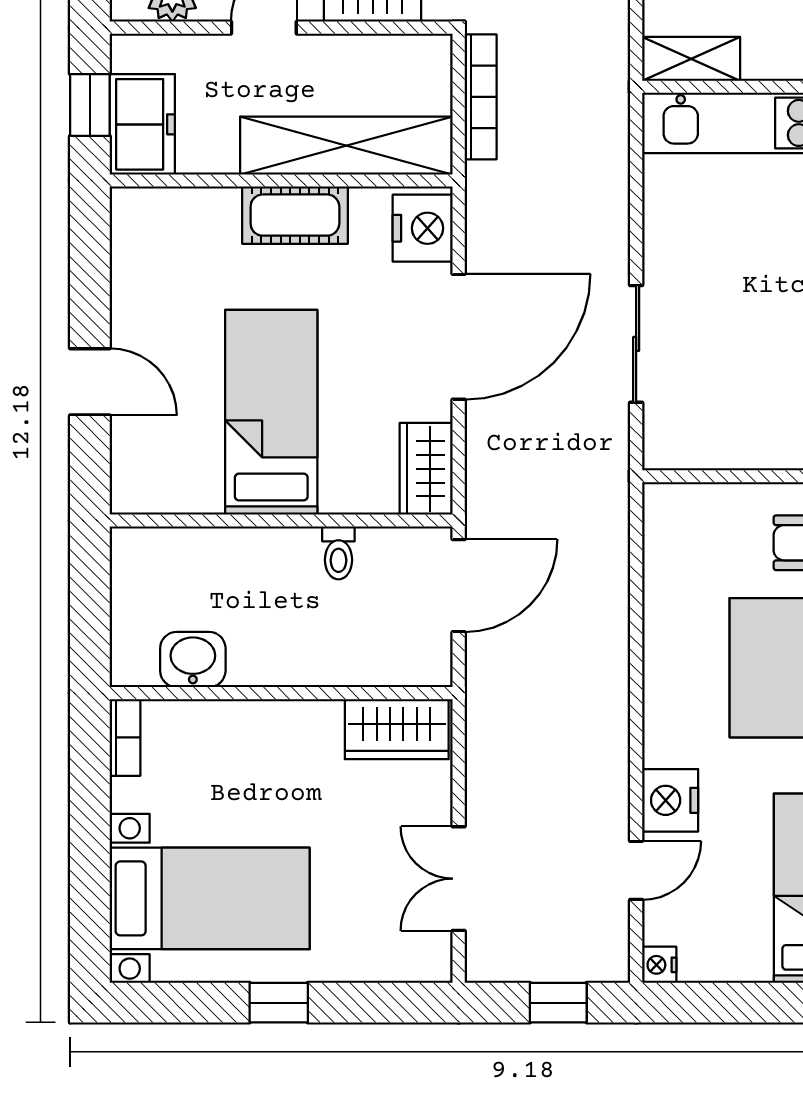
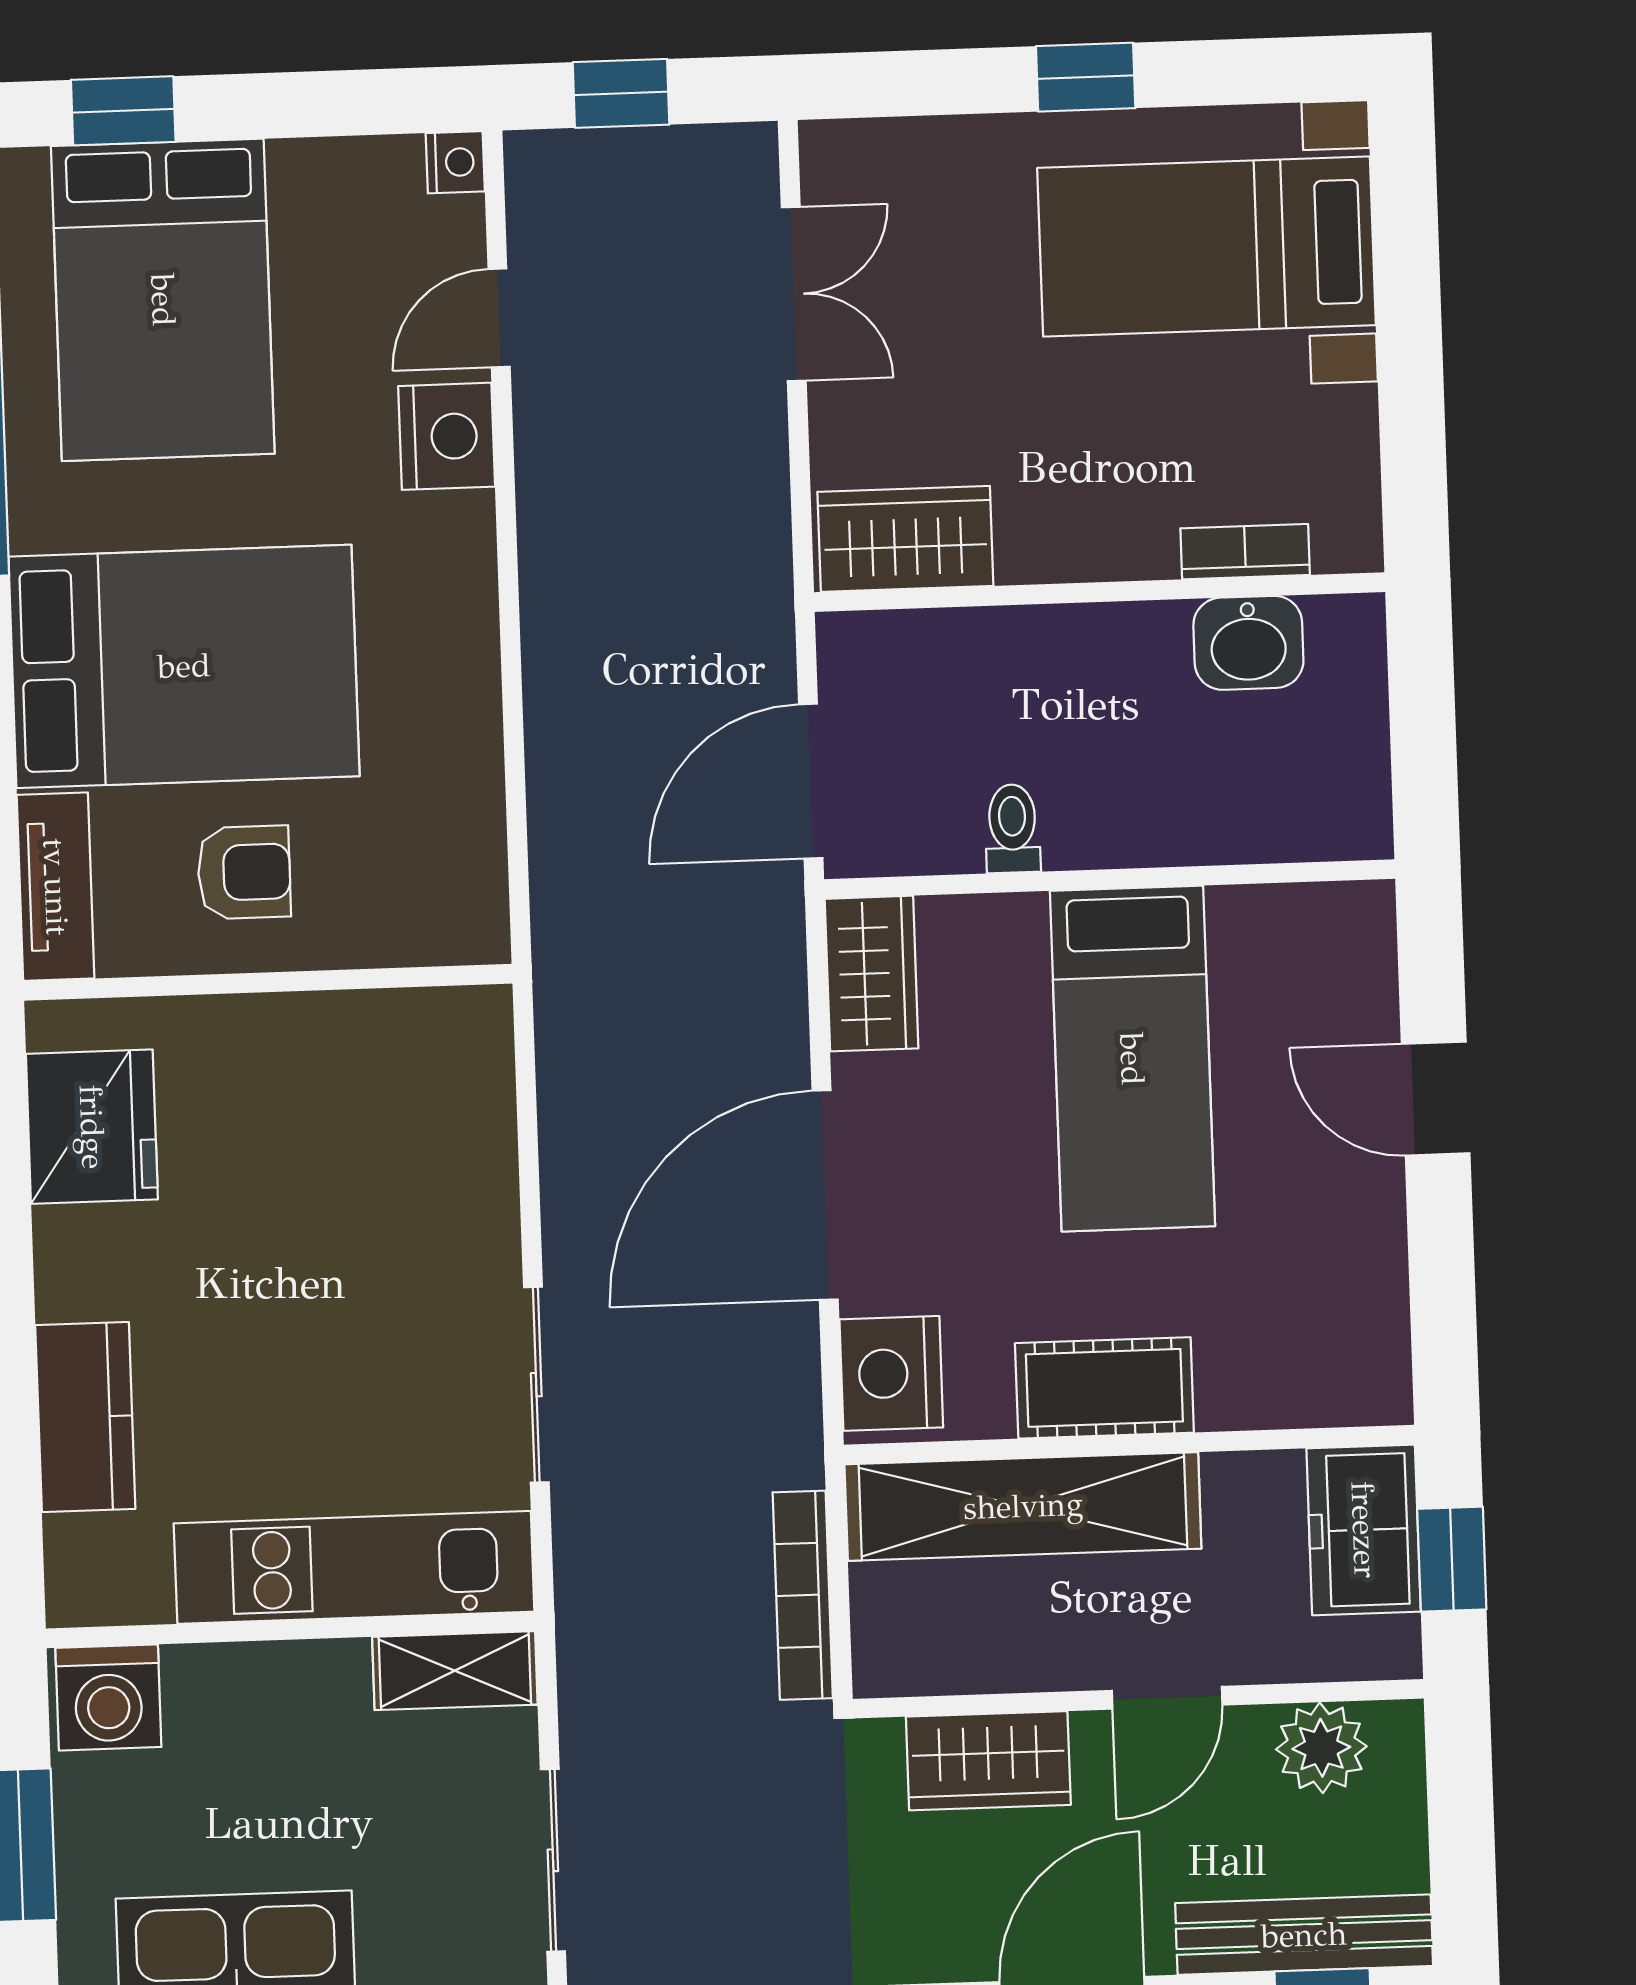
sliding door: (636, 344) -> (536, 1385), moved
bookcase: (125, 737) -> (1245, 552), moved, turned 90

